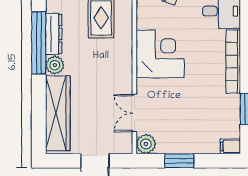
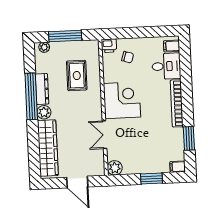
double door: (134, 113) -> (104, 135), moved
window: (179, 161) -> (151, 179), moved

